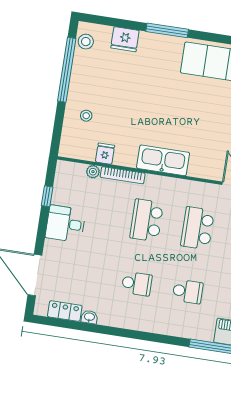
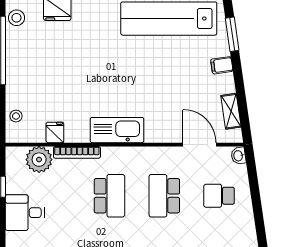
stool: (86, 116) -> (16, 116), moved
plant: (93, 172) -> (39, 160), width x1.88, depth x1.88
school desk: (147, 220) -> (109, 196), turned 180

